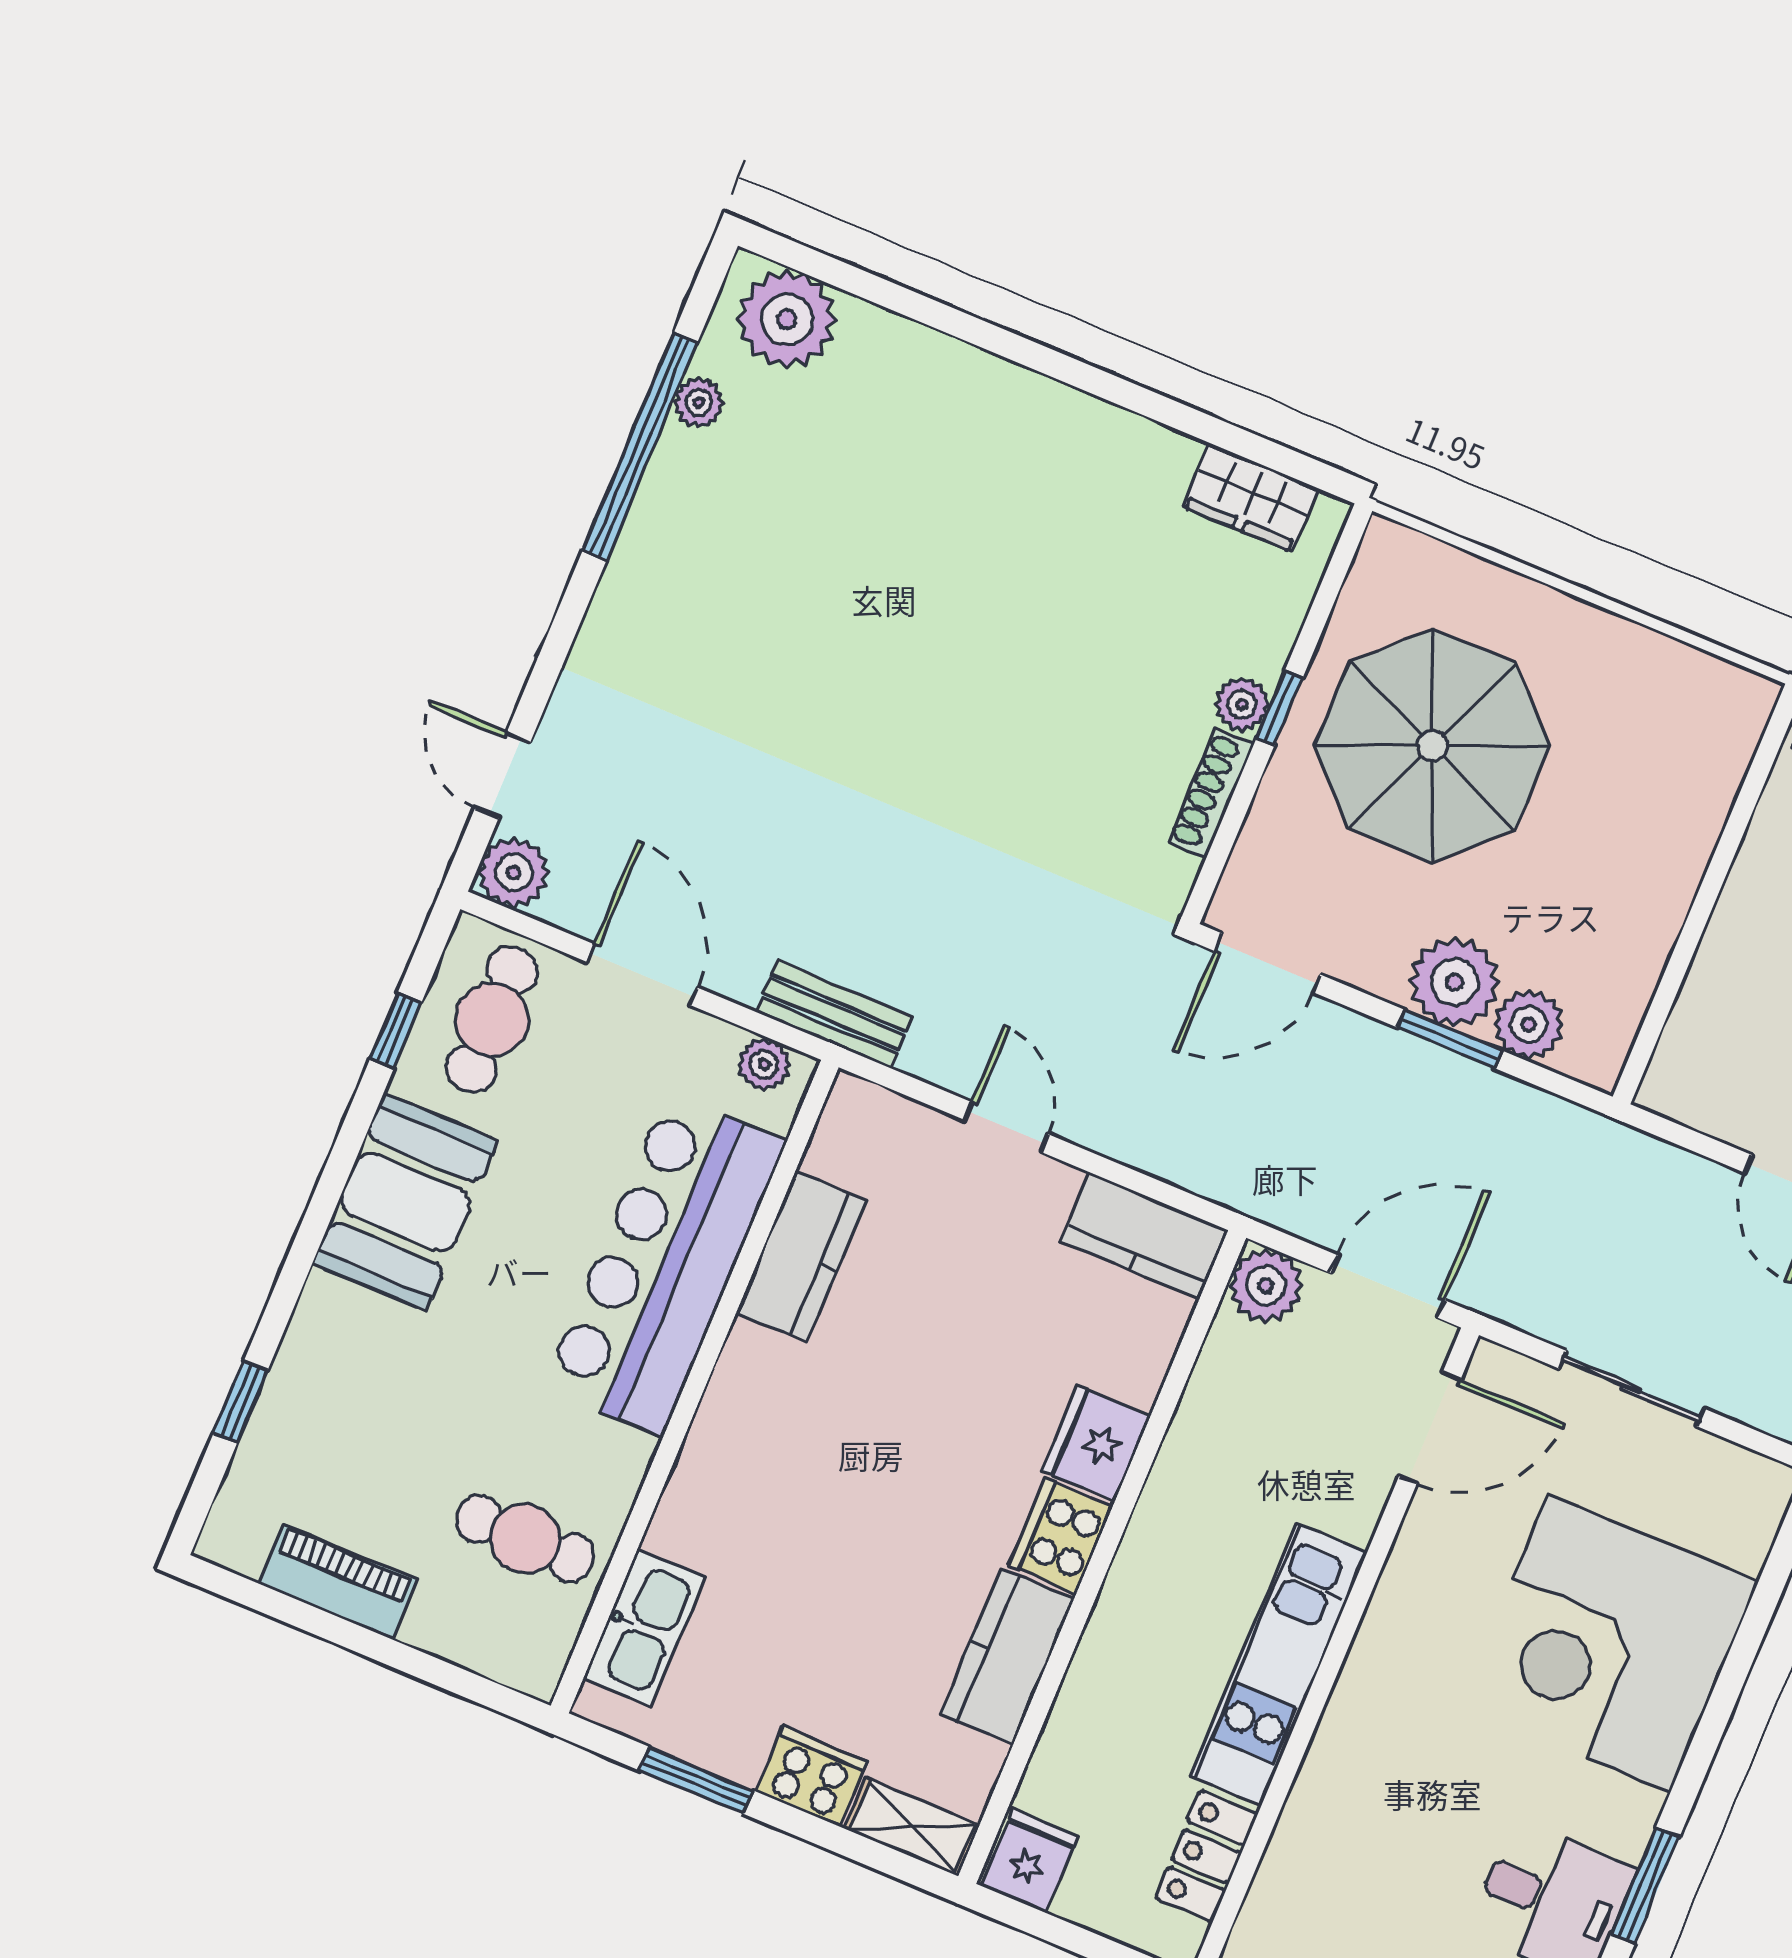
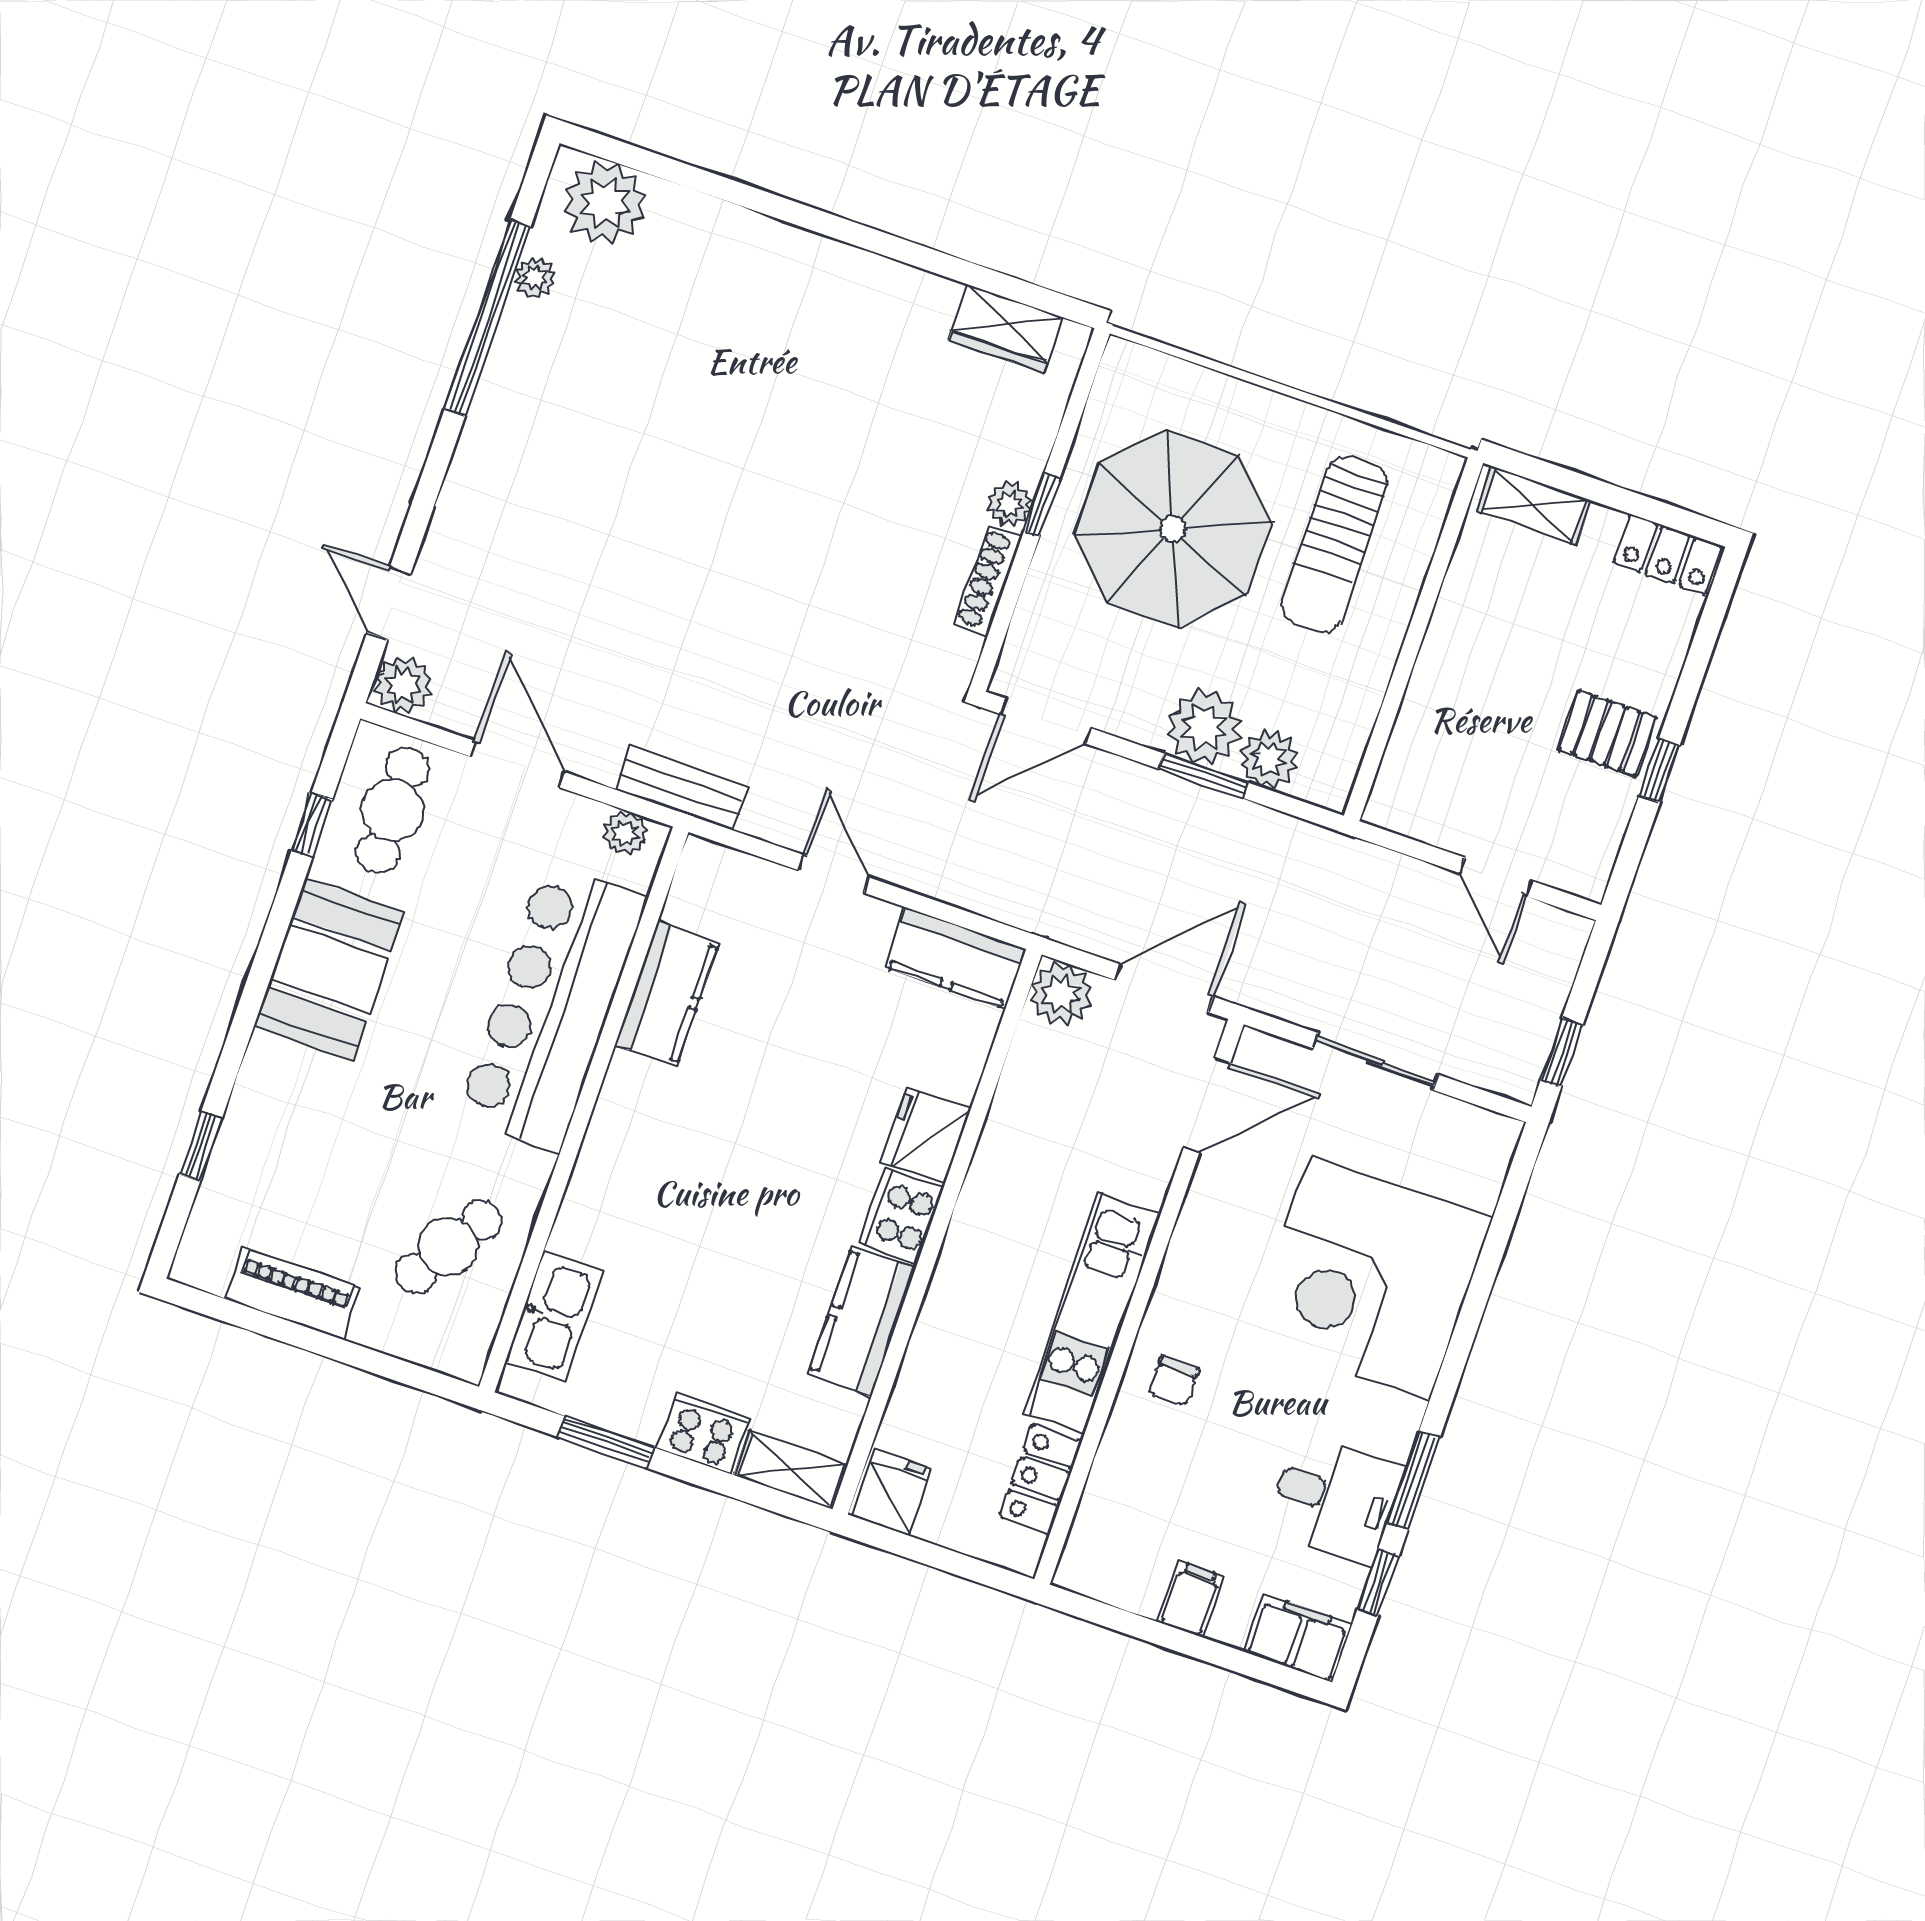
sun lounger: (1622, 776) -> (1334, 544), added
cafe table: (525, 1538) -> (448, 1247), turned -58
chair: (1371, 1751) -> (1174, 1381), added

